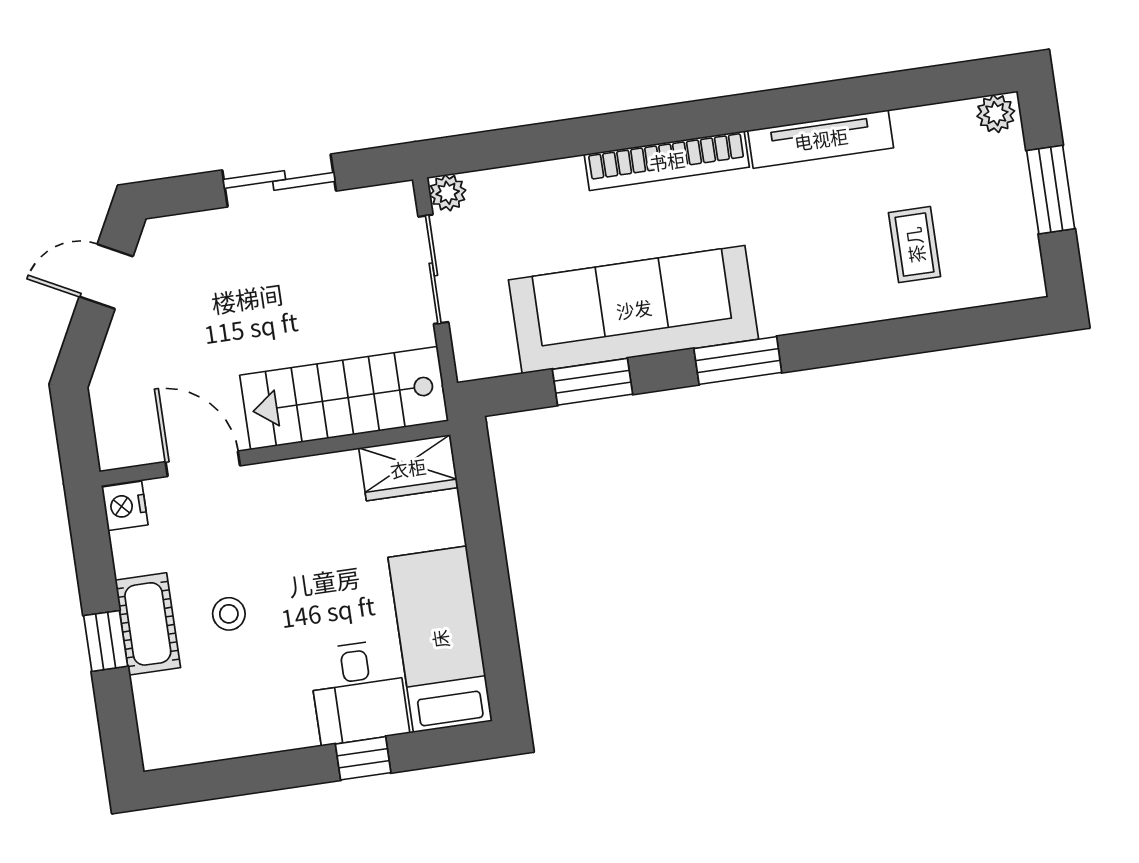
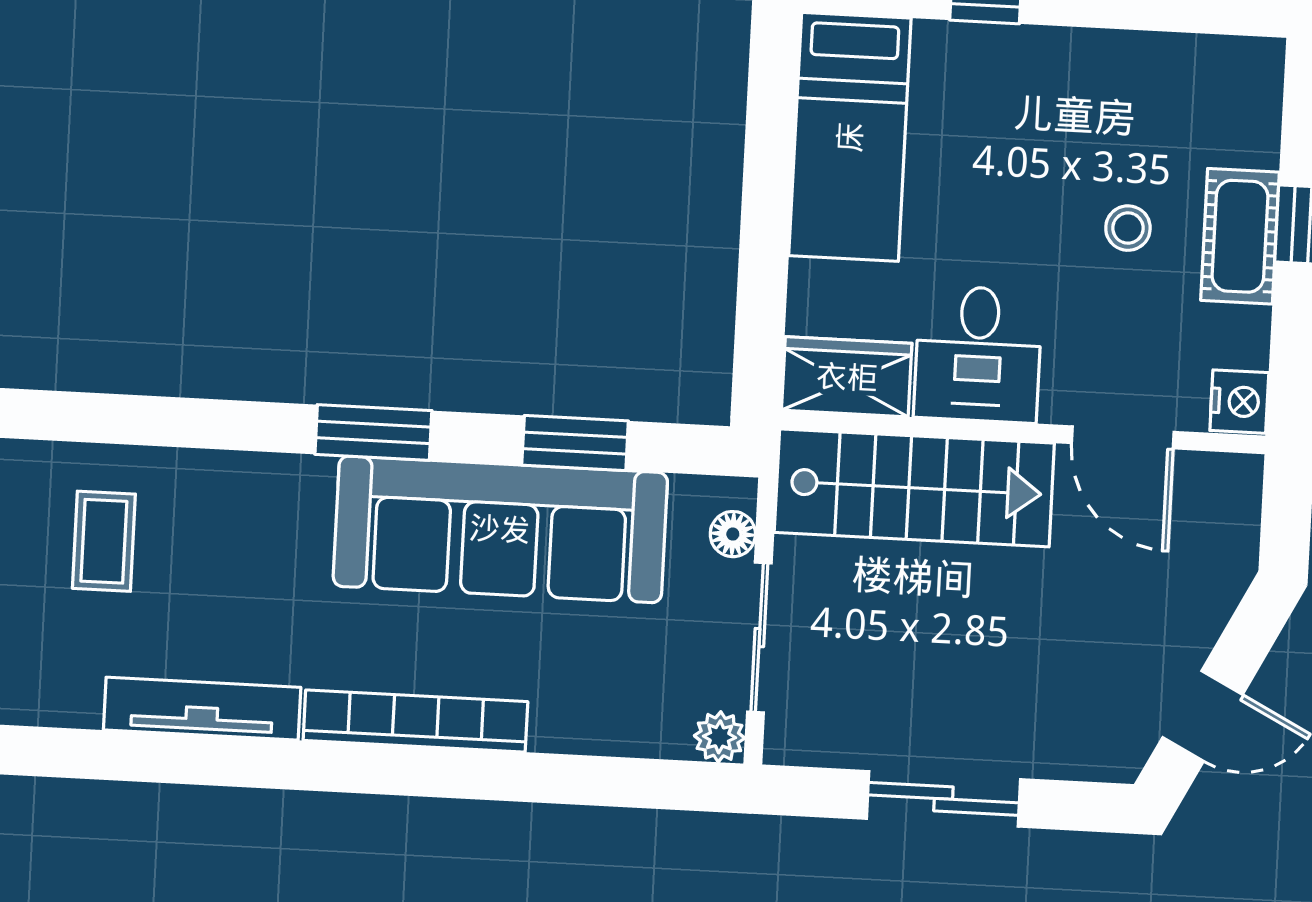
floor lamp: (467, 339) -> (733, 534), added
desk: (359, 692) -> (978, 354), moved, turned 180

